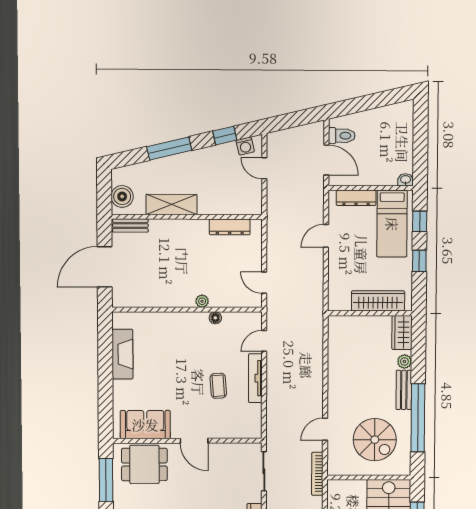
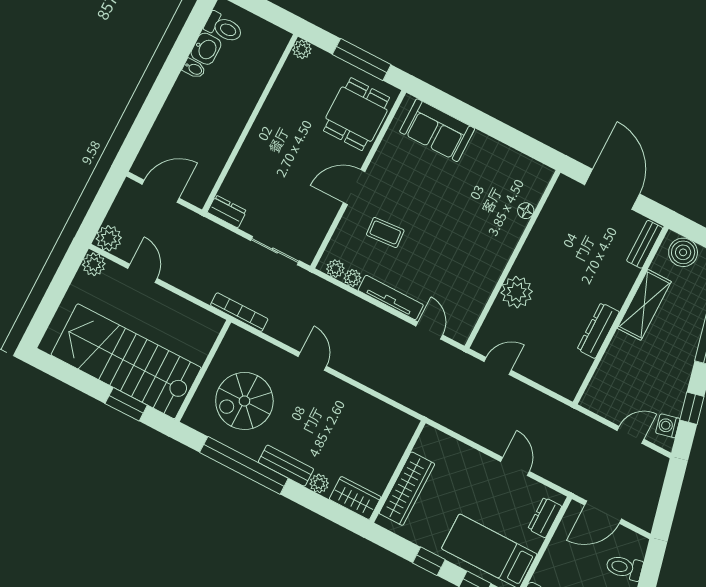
toilet: (342, 136) -> (624, 568), moved, turned 77
dresser: (356, 198) -> (545, 517), width x0.70
dresser: (230, 227) -> (598, 331), moved
plant: (202, 301) -> (517, 292), width x1.88, depth x1.88
floor lamp: (215, 318) -> (526, 211), moved
fireplace: (122, 354) -> (500, 157), removed
coffee table: (218, 386) -> (385, 232), moved
plant: (255, 411) -> (352, 278), added
sofa: (145, 425) -> (437, 130), moved, turned 90
plant: (255, 425) -> (335, 269), added
door: (325, 429) -> (312, 361), moved

